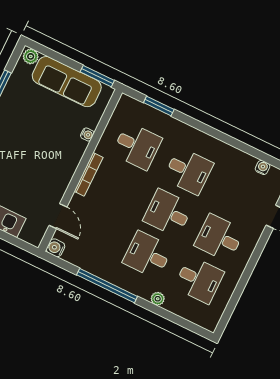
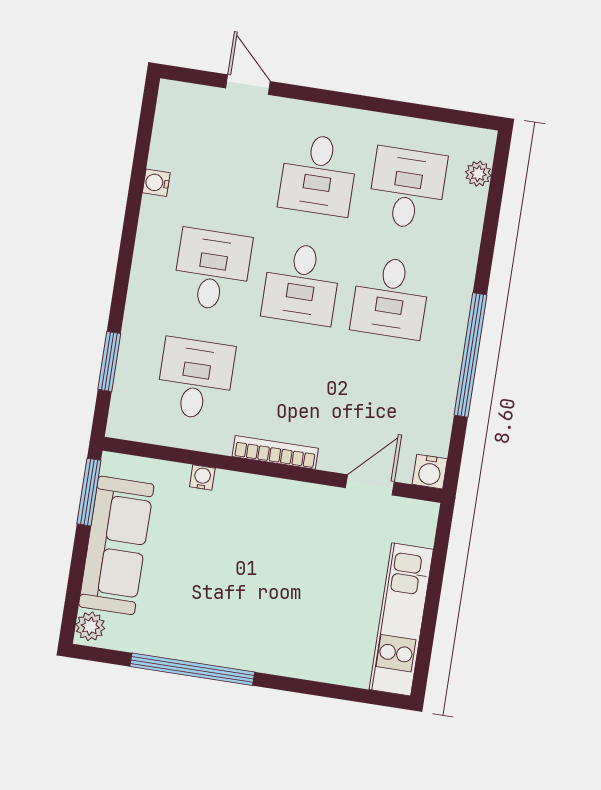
water cooler: (263, 167) -> (156, 183), moved
plant: (158, 299) -> (478, 174), moved

